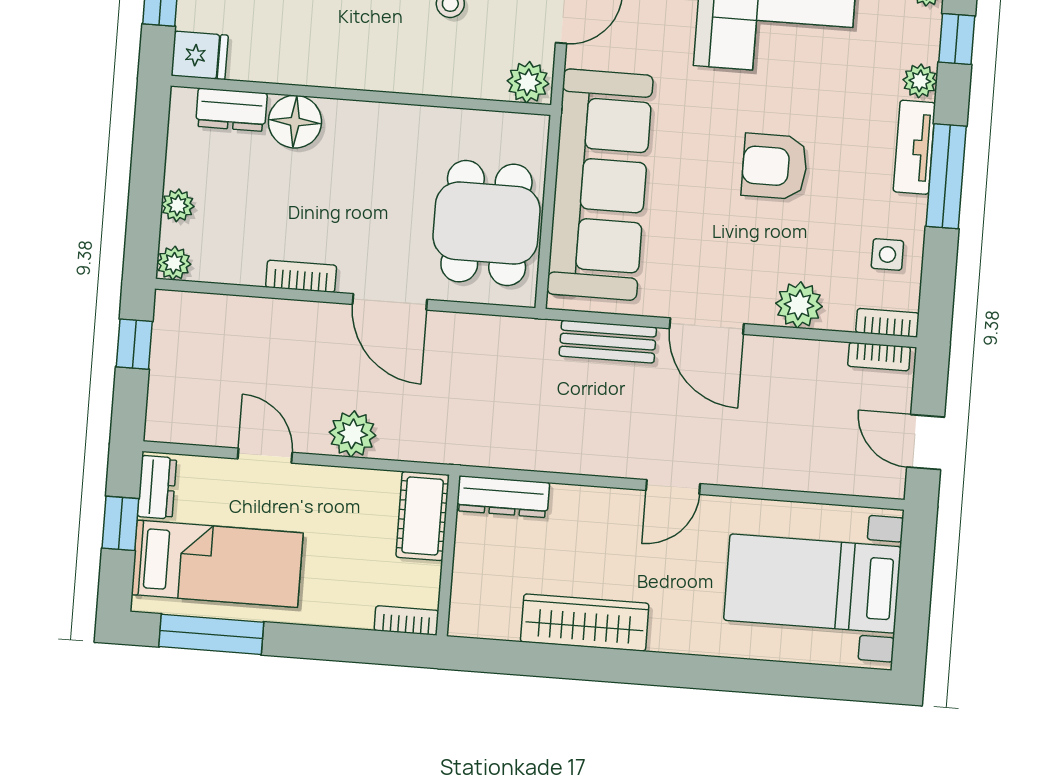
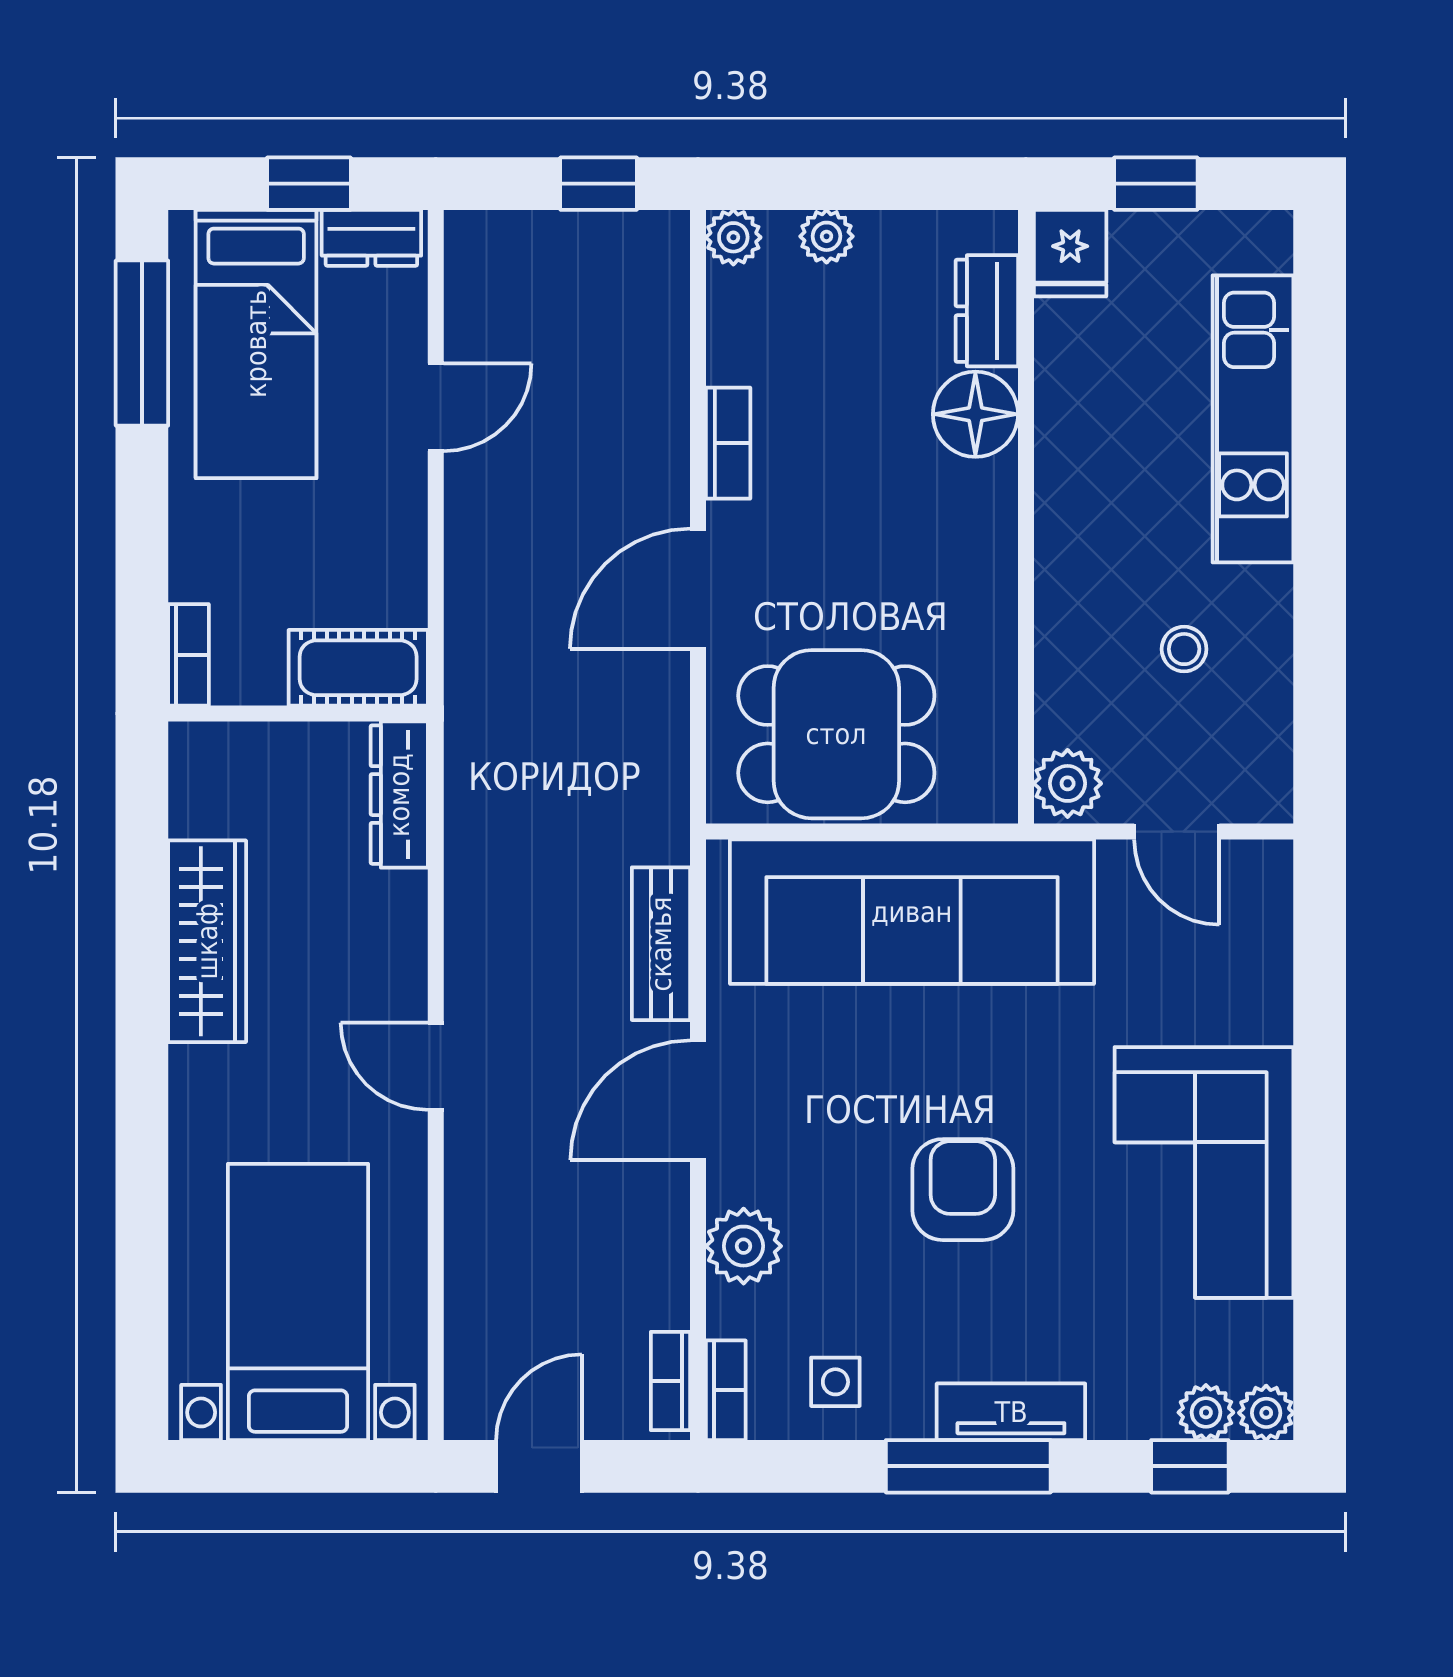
plant: (920, 81) -> (1206, 1412), moved
plant: (353, 434) -> (481, 545), removed

